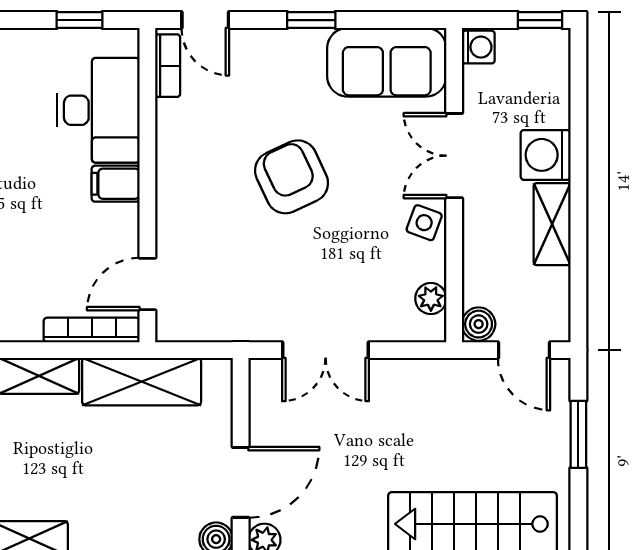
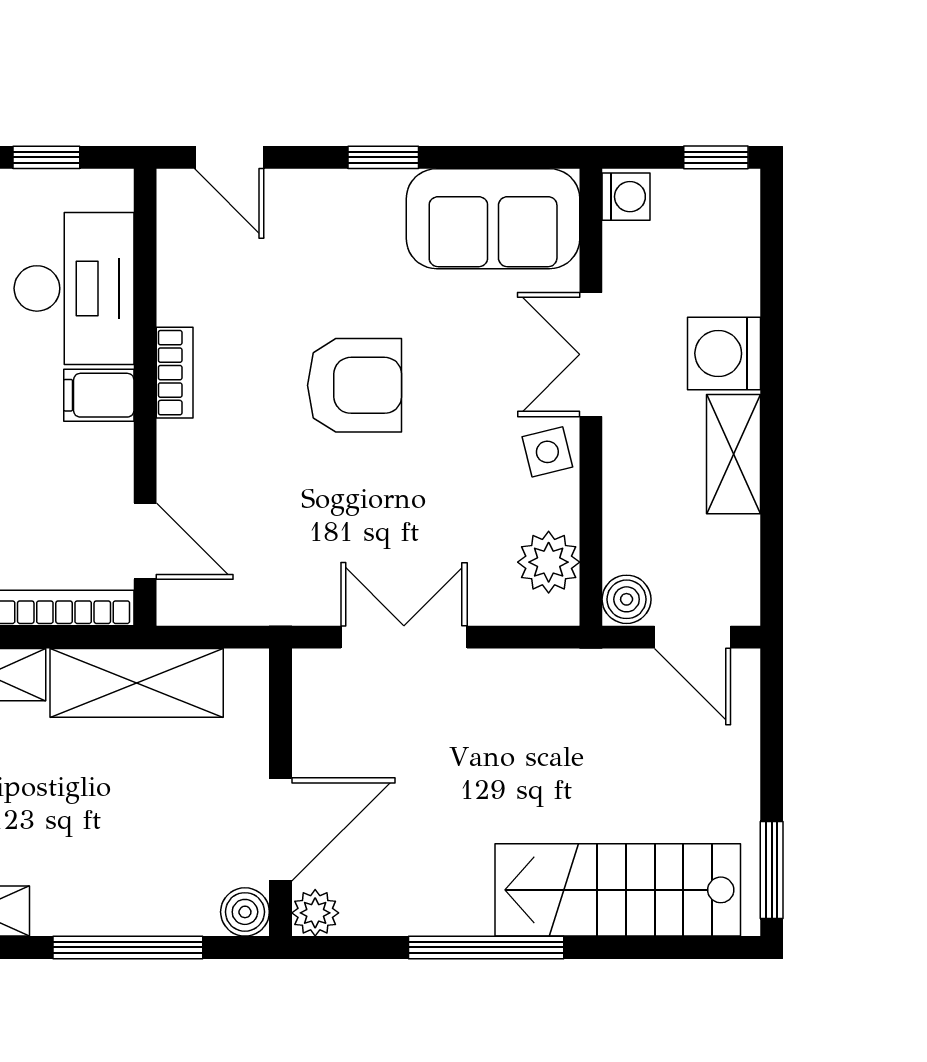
bookcase: (168, 66) -> (175, 373), moved
armchair: (292, 177) -> (355, 385), turned 115
side table: (424, 223) -> (547, 452), turned -34
door: (147, 284) -> (145, 541), swing flipped
plant: (431, 299) -> (549, 562), width x1.38, depth x1.38
double door: (326, 350) -> (404, 637), swing flipped
window: (578, 434) -> (772, 870), moved

